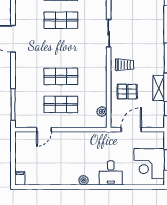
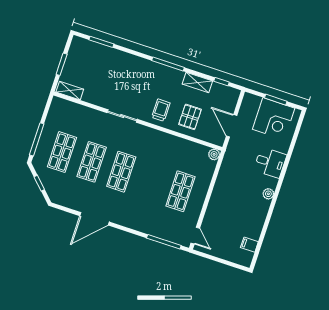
shop shelf: (61, 76) -> (121, 172), moved
plant: (102, 112) -> (214, 154), moved
door: (44, 130) -> (195, 236), moved
filing cabinet: (20, 178) -> (249, 245), moved

